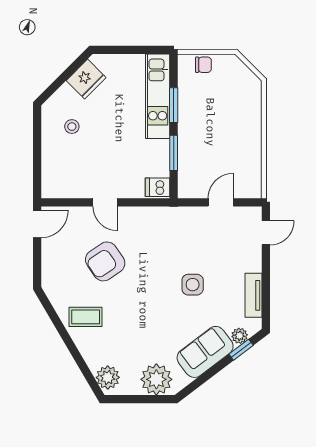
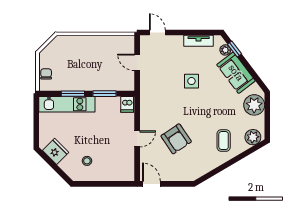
coffee table: (86, 317) -> (224, 141), moved

